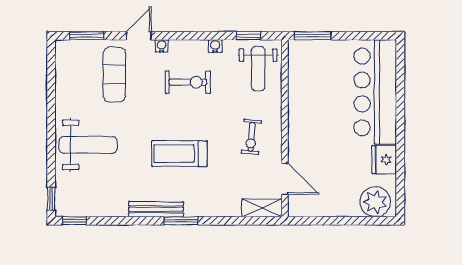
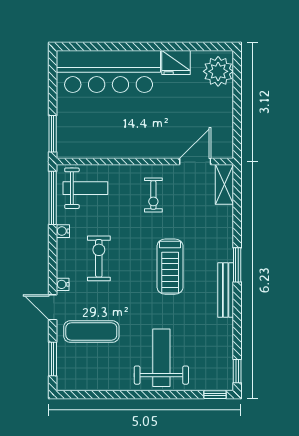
window: (248, 36) -> (53, 198), width x2.17
exercise bike: (251, 137) -> (153, 195), turned 85

